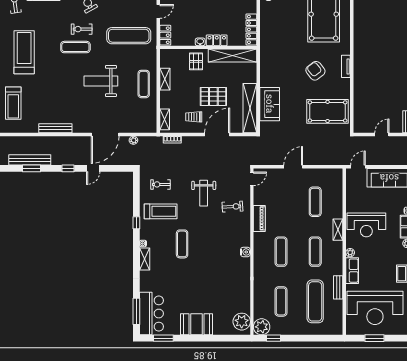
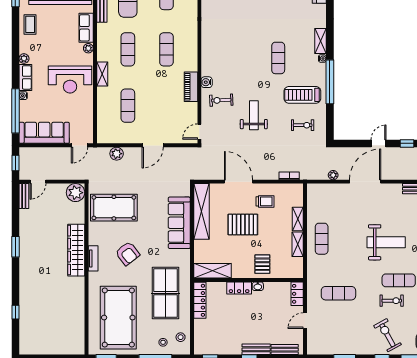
exercise mat: (129, 36) -> (338, 293), width x0.73, depth x0.69
table tennis table: (282, 36) -> (165, 293), added
shelving: (232, 56) -> (213, 271), width x0.68
wardrobe: (361, 74) -> (76, 250), added
weight bench: (101, 81) -> (386, 242), moved
sofa: (270, 104) -> (179, 223), width x1.36
shelving: (165, 119) -> (298, 219), moved
plant: (361, 125) -> (76, 193), added
door: (217, 134) -> (239, 182), swing flipped
door: (382, 134) -> (38, 182), moved
plant: (325, 159) -> (117, 154), added
window: (136, 223) -> (330, 82), width x3.17
reception desk: (366, 225) -> (70, 80), turned 180
water cooler: (245, 252) -> (207, 82), moved

